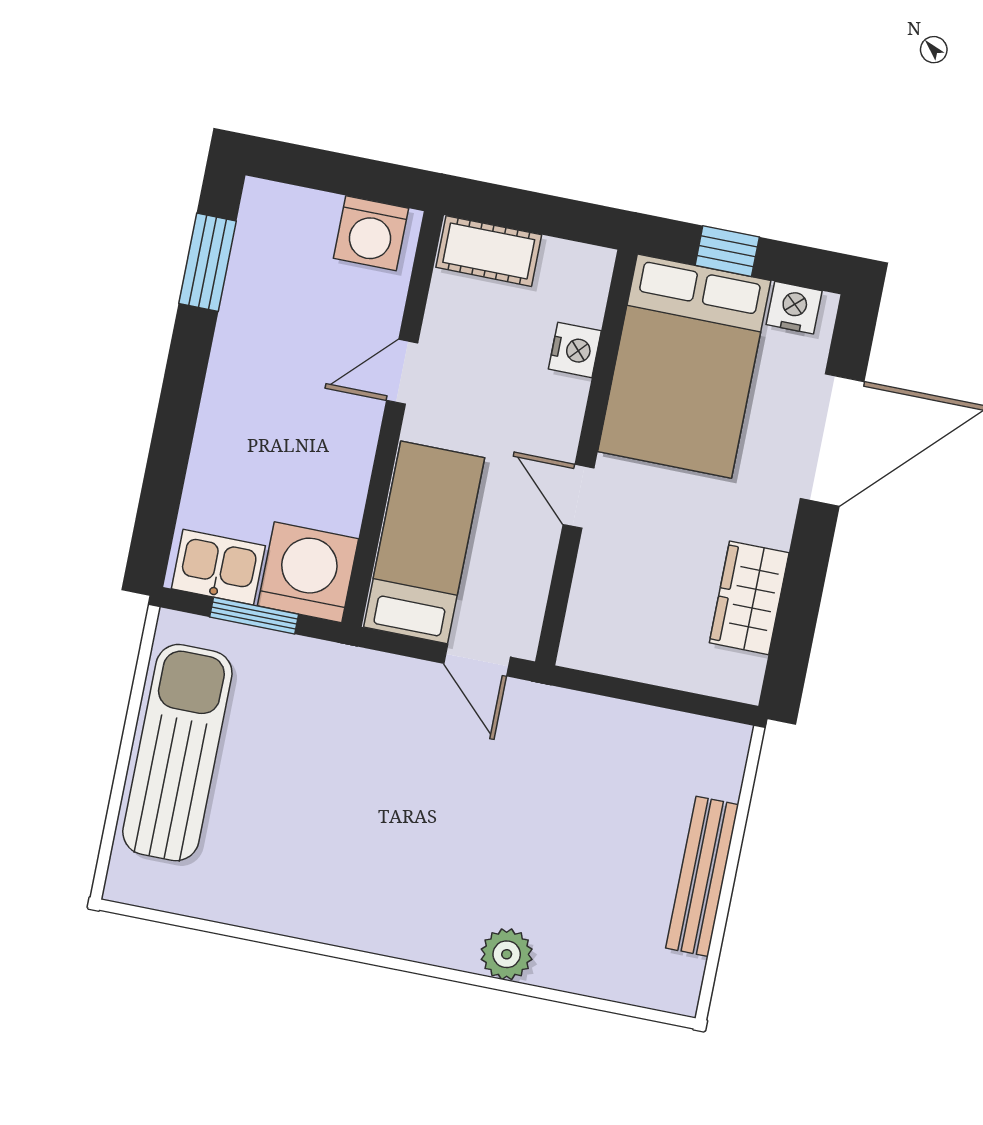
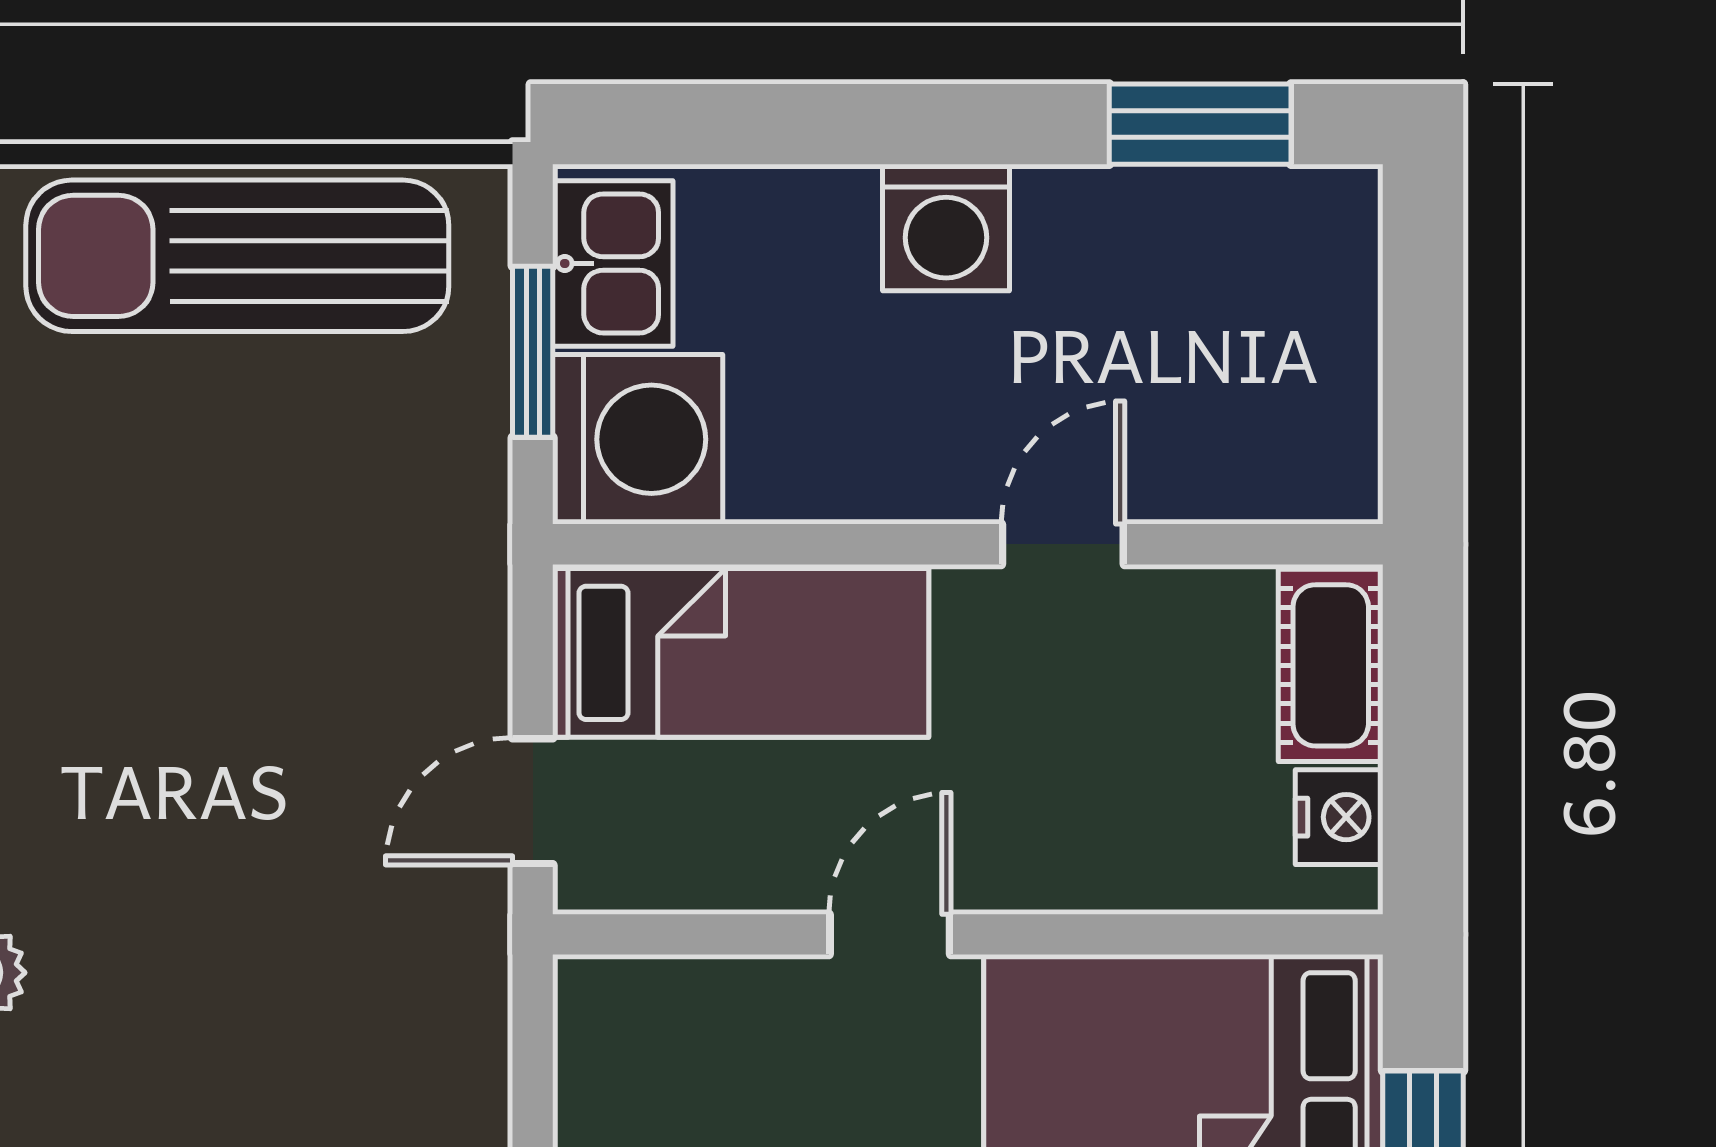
washing machine: (371, 233) -> (946, 227), moved, turned -90
nightstand: (575, 350) -> (1339, 817), moved, turned -90
door: (402, 372) -> (1063, 544), hinge flipped
sun lounger: (177, 753) -> (237, 256), turned 180

